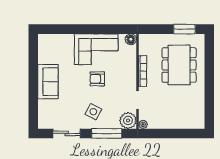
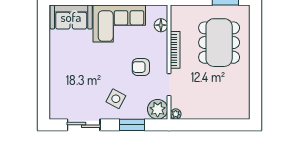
floor lamp: (131, 39) -> (161, 25), moved
armchair: (97, 79) -> (141, 67), moved
sofa: (48, 82) -> (71, 17), moved, turned 90
window: (107, 133) -> (132, 125), width x0.69

